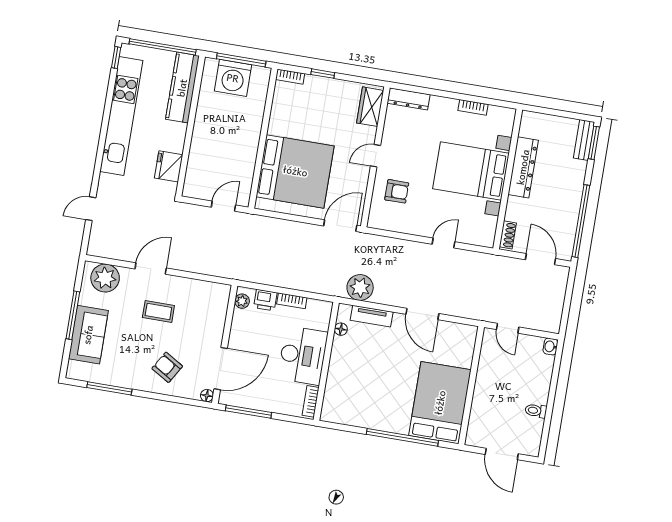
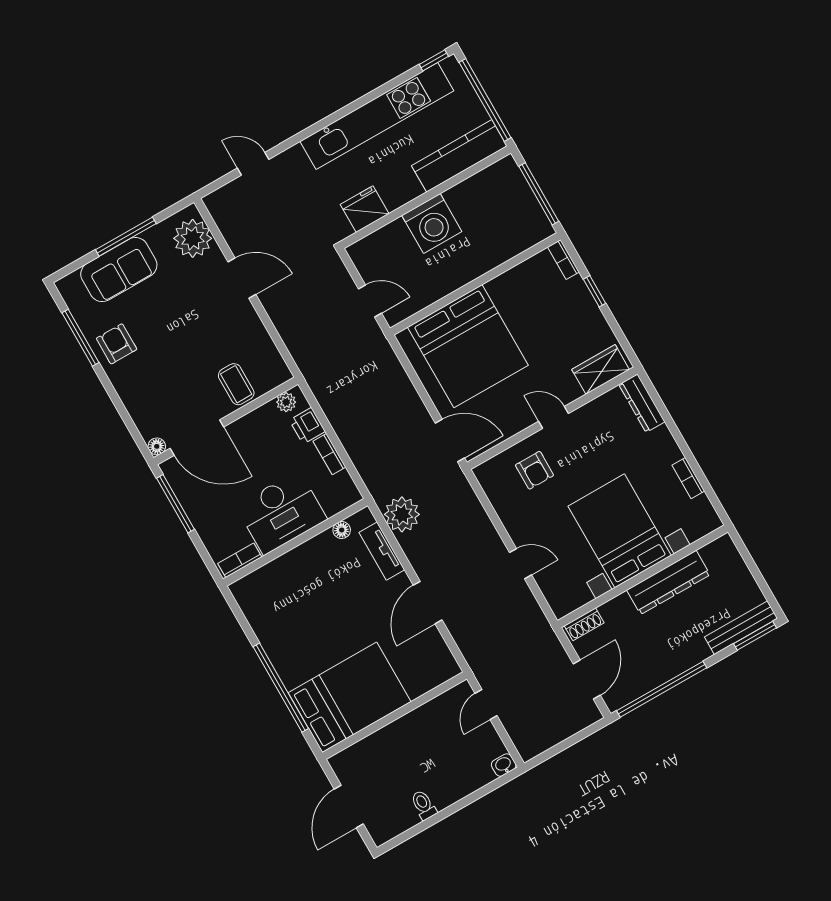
washing machine: (233, 78) -> (432, 223), moved, turned -90
bench: (584, 140) -> (741, 628), width x1.36
coffee table: (158, 312) -> (236, 384), moved
armchair: (167, 367) -> (117, 344), moved, turned -31

